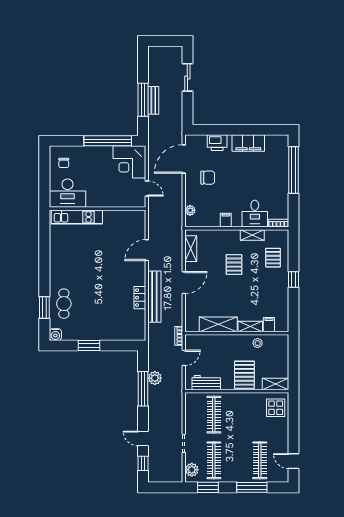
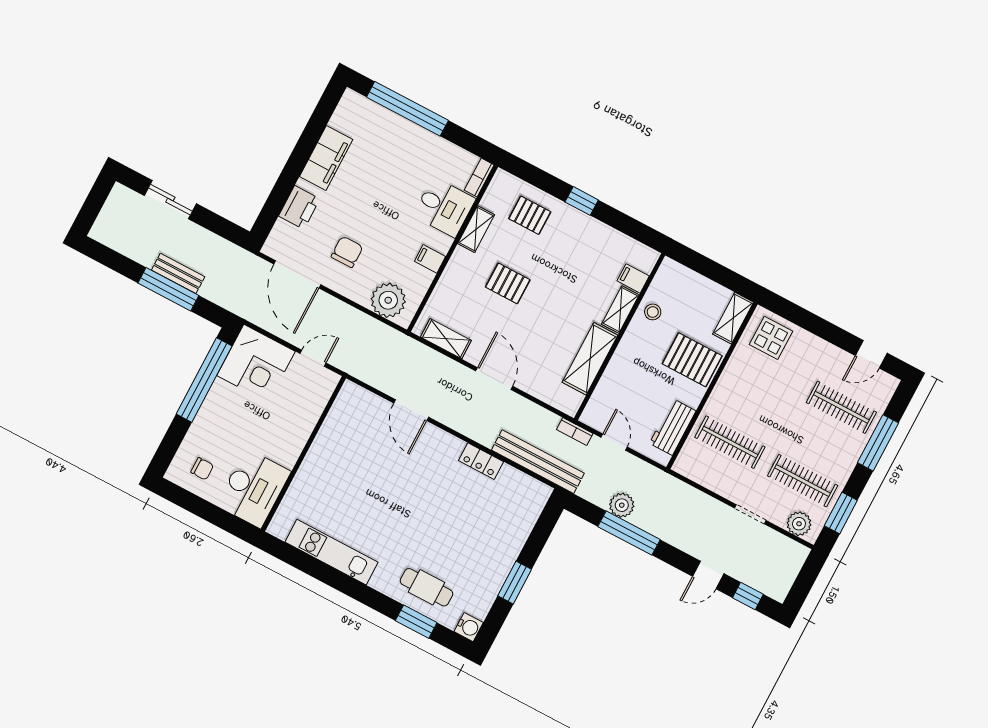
plant: (190, 210) -> (388, 300), width x1.88, depth x1.88
kitchen unit: (77, 217) -> (331, 552), moved, turned -90
bench: (154, 297) -> (538, 462), moved

